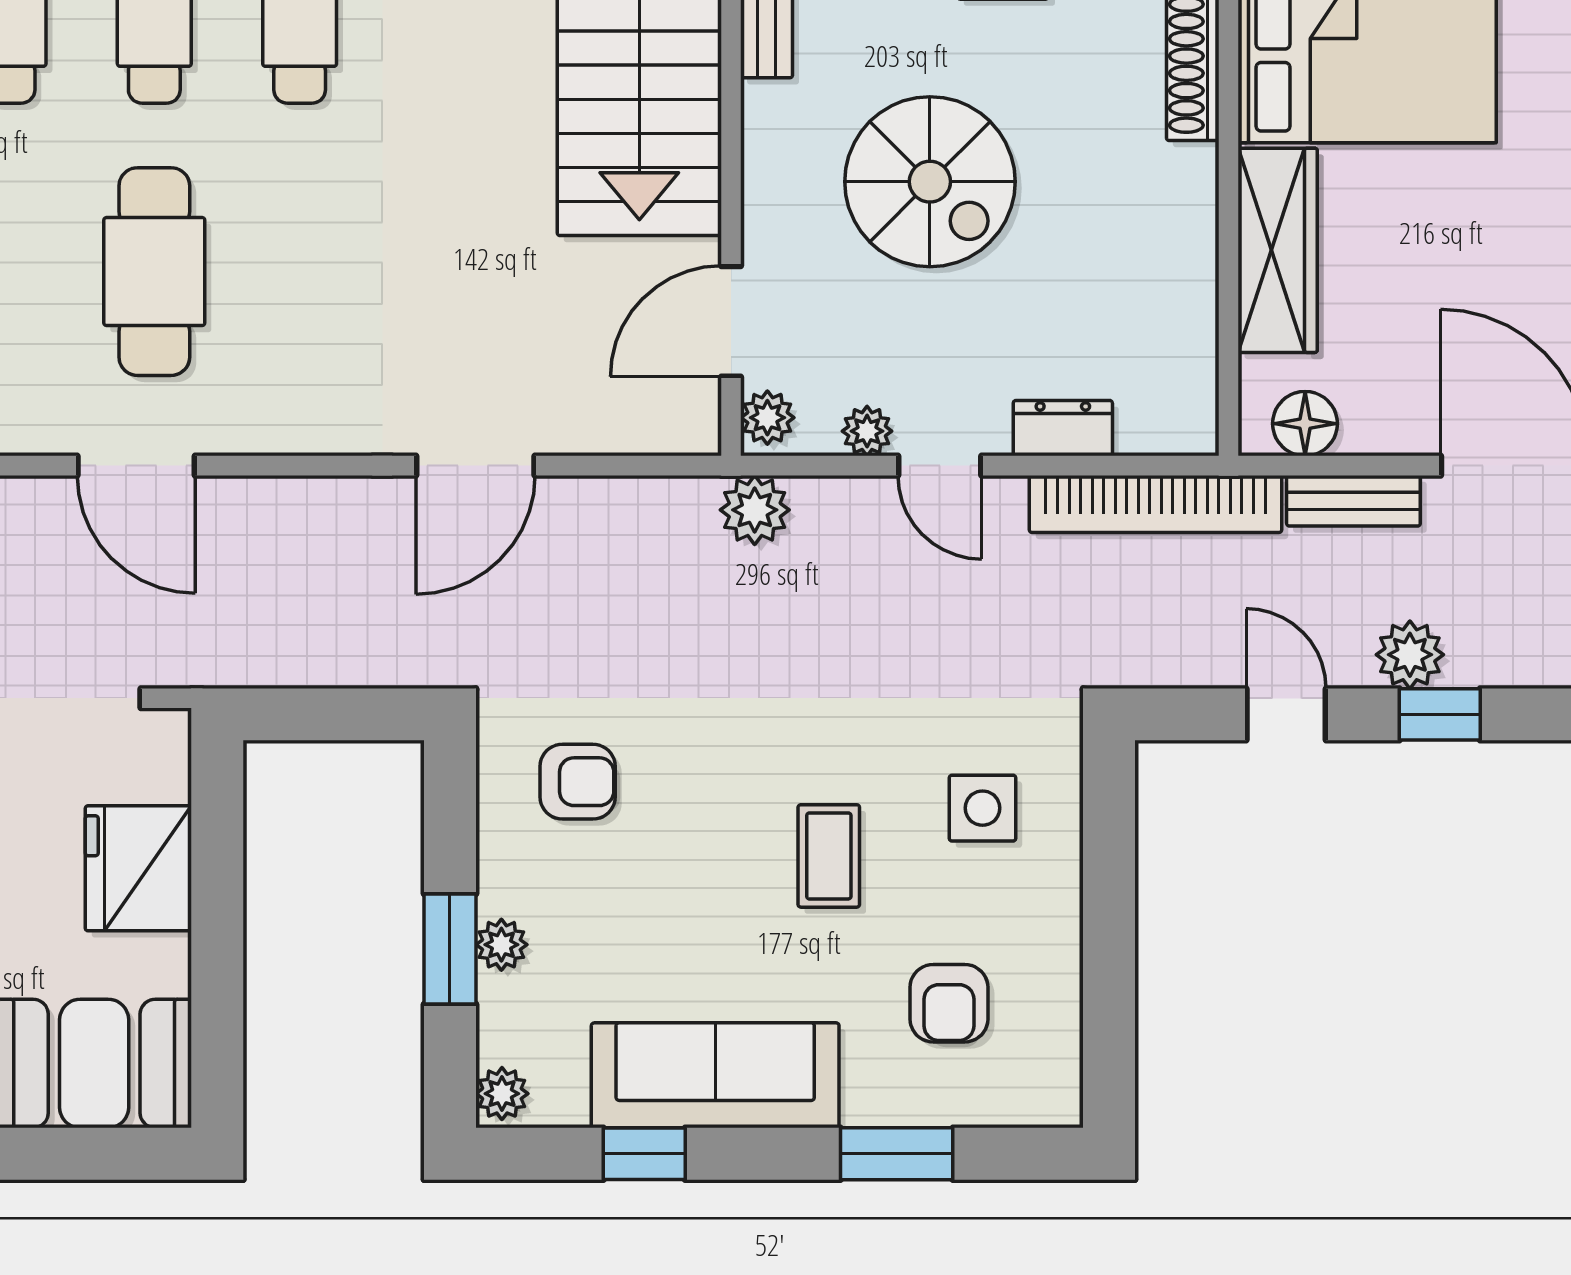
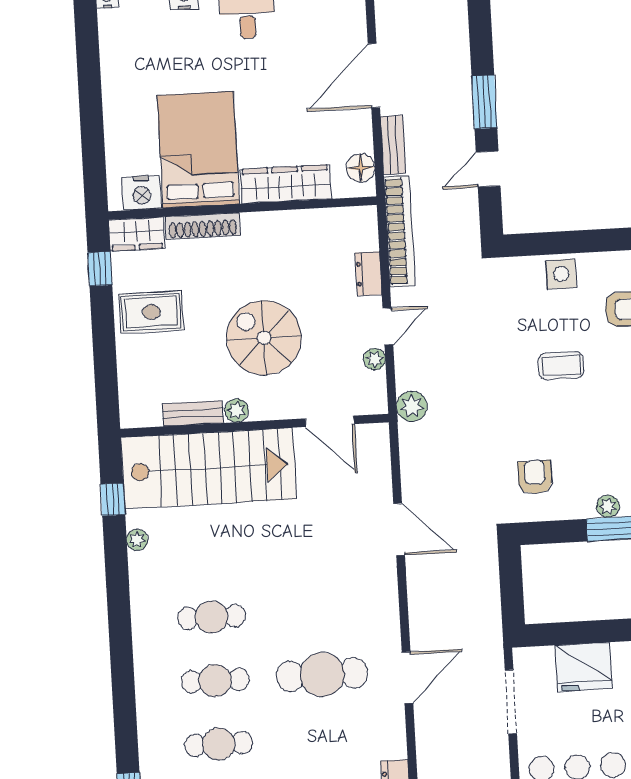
spiral stairs: (930, 182) -> (264, 338), turned -90
plant: (767, 418) -> (237, 411), moved
plant: (1410, 655) -> (459, 116), removed
window: (1440, 714) -> (484, 102), width x1.50
side table: (982, 808) -> (561, 274), moved

